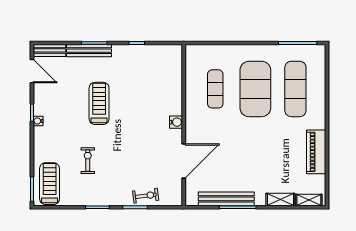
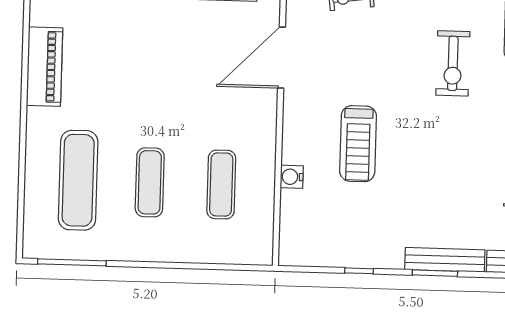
exercise mat: (255, 89) -> (150, 182), width x0.50, depth x0.69
treadmill: (99, 103) -> (358, 144), moved
water cooler: (176, 122) -> (292, 177), moved
exercise bike: (88, 161) -> (453, 63), width x1.38, depth x1.39

